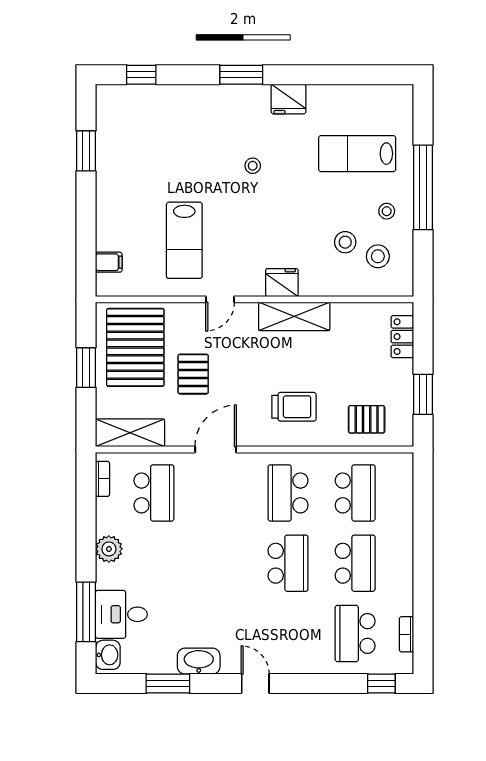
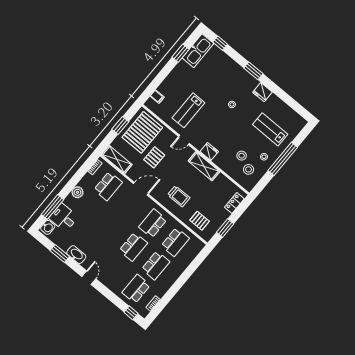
kitchen sink: (113, 121) -> (198, 51), added

